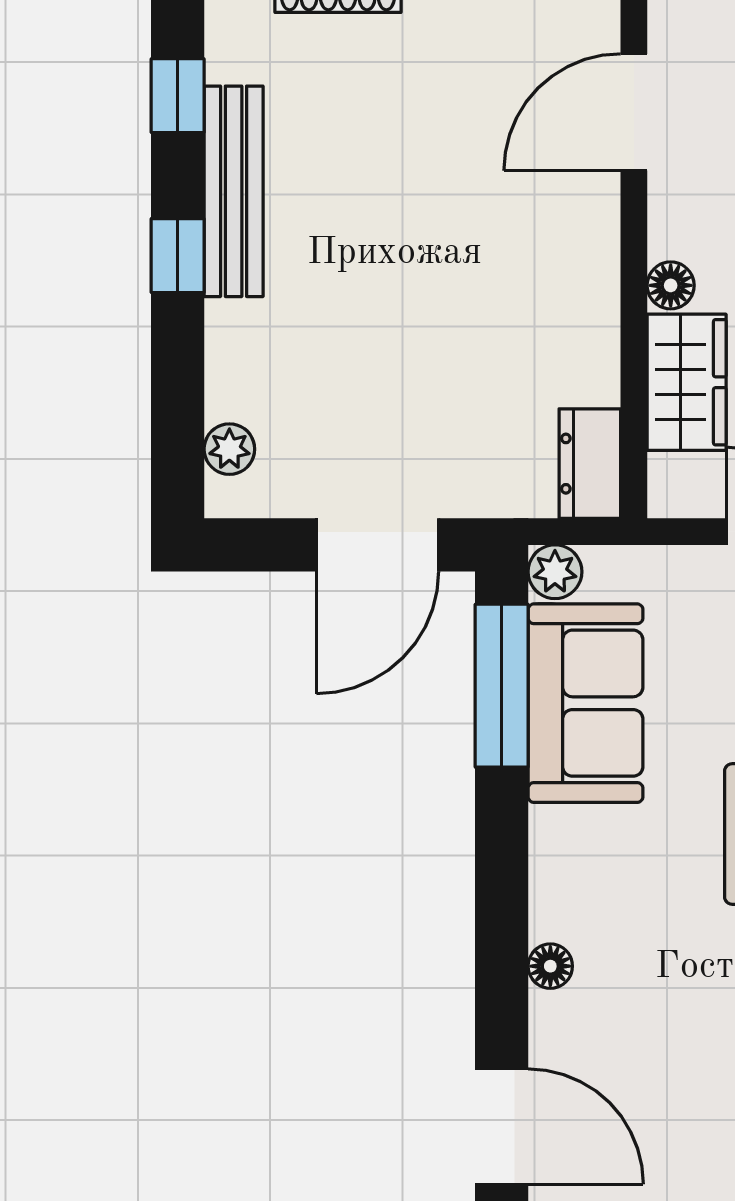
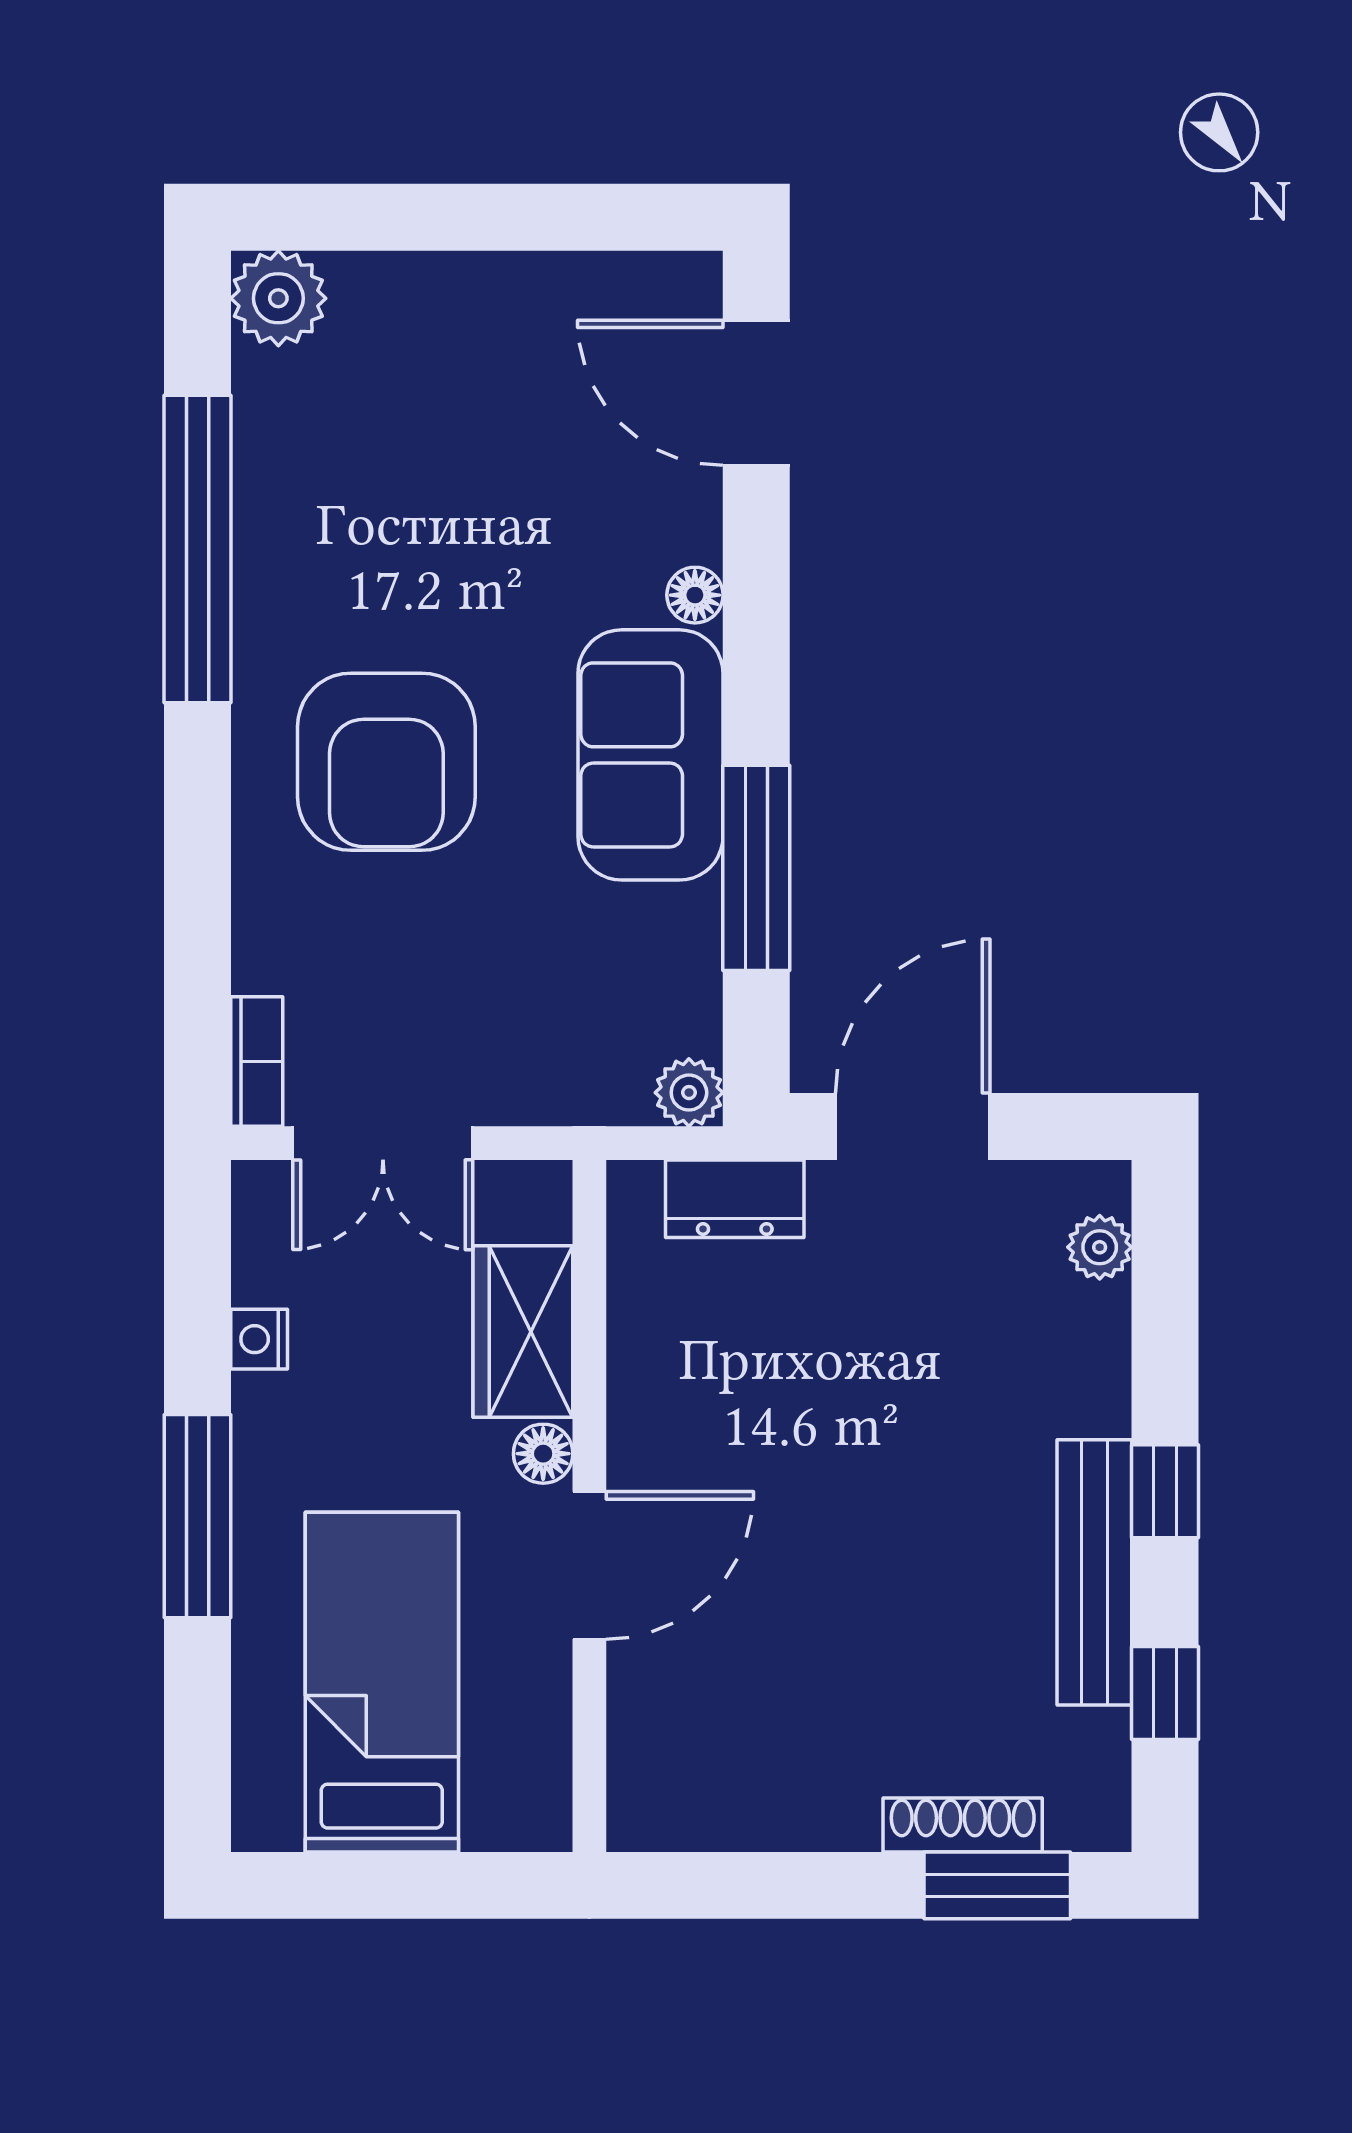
door: (634, 112) -> (589, 1565), moved
dresser: (590, 464) -> (735, 1199), moved, turned 90
window: (502, 686) -> (756, 868), moved
sofa: (586, 703) -> (650, 755), moved

